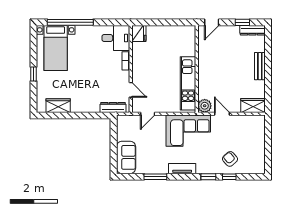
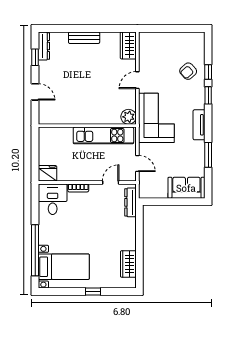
wall: (197, 69) -> (87, 126), moved
kitchen unit: (188, 83) -> (103, 135), moved
plant: (205, 106) -> (129, 117), moved

